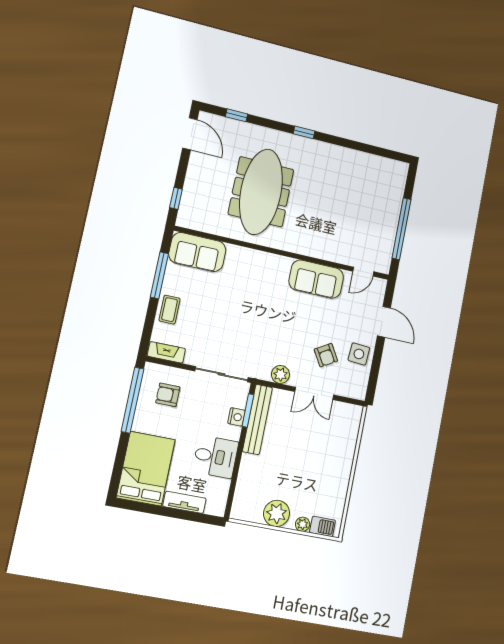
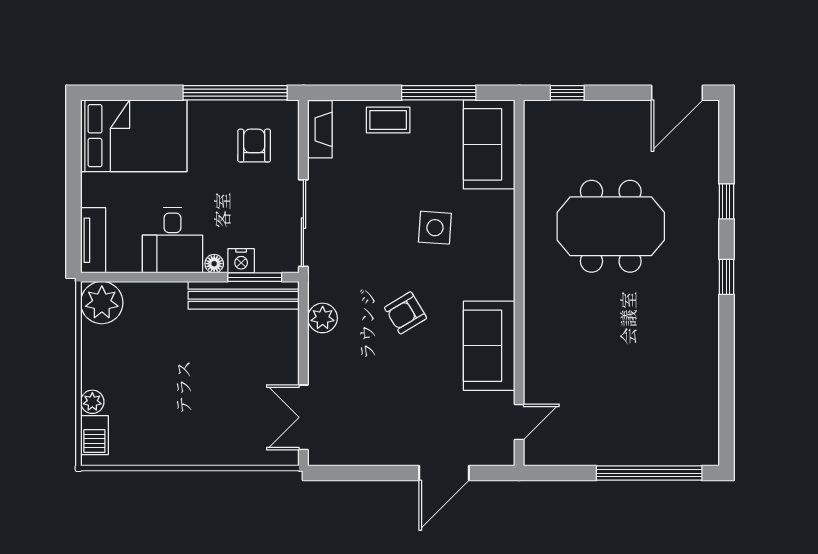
window: (237, 115) -> (726, 201), moved
meeting table: (261, 192) -> (611, 226), width x0.73
window: (401, 229) -> (649, 473), moved
door: (363, 272) -> (519, 422), swing flipped
side table: (359, 354) -> (435, 228), moved
armchair: (326, 355) -> (406, 313), moved
double door: (314, 393) -> (303, 417), moved
floor lamp: (235, 434) -> (214, 264), added
tv unit: (184, 502) -> (93, 240), moved
plant: (277, 513) -> (102, 303), moved

